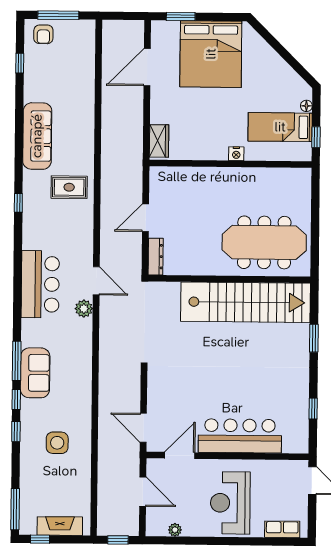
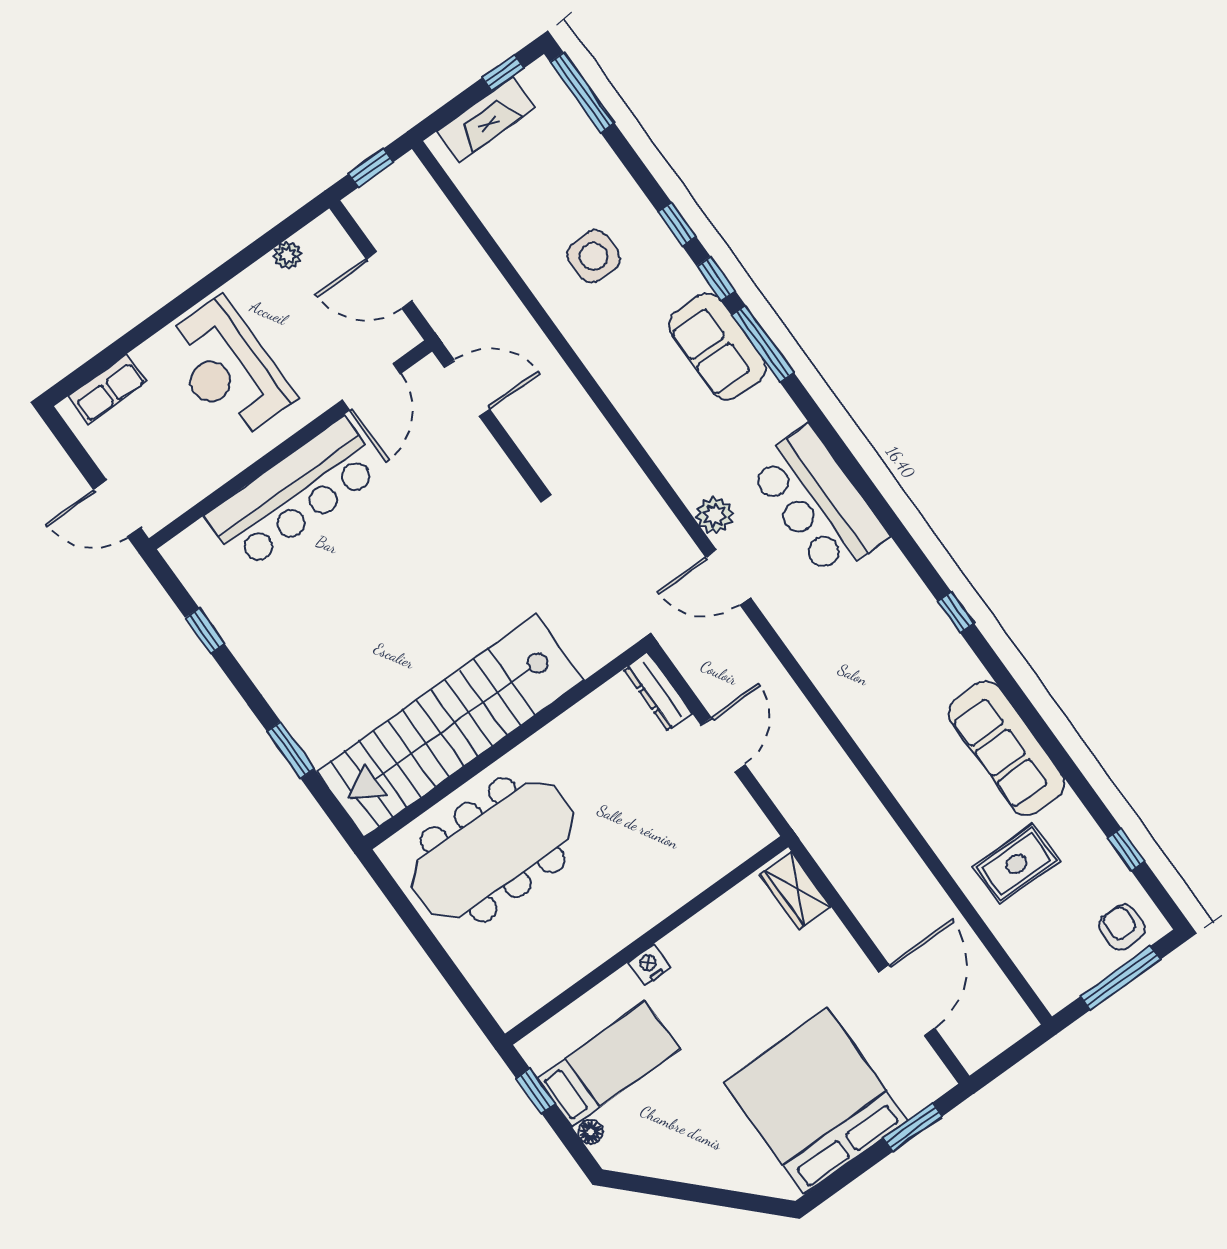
rug: (69, 187) -> (1016, 864), moved
reception desk: (230, 503) -> (228, 369), turned 180

